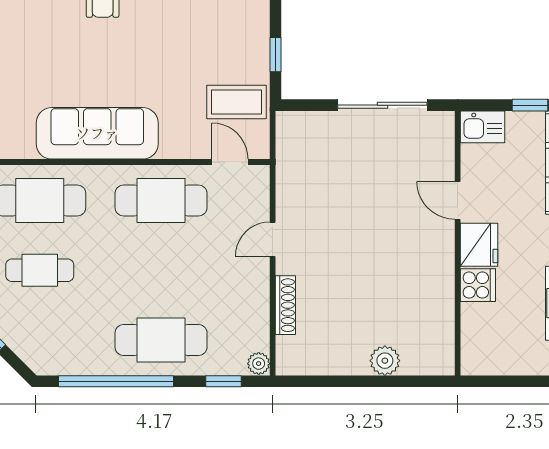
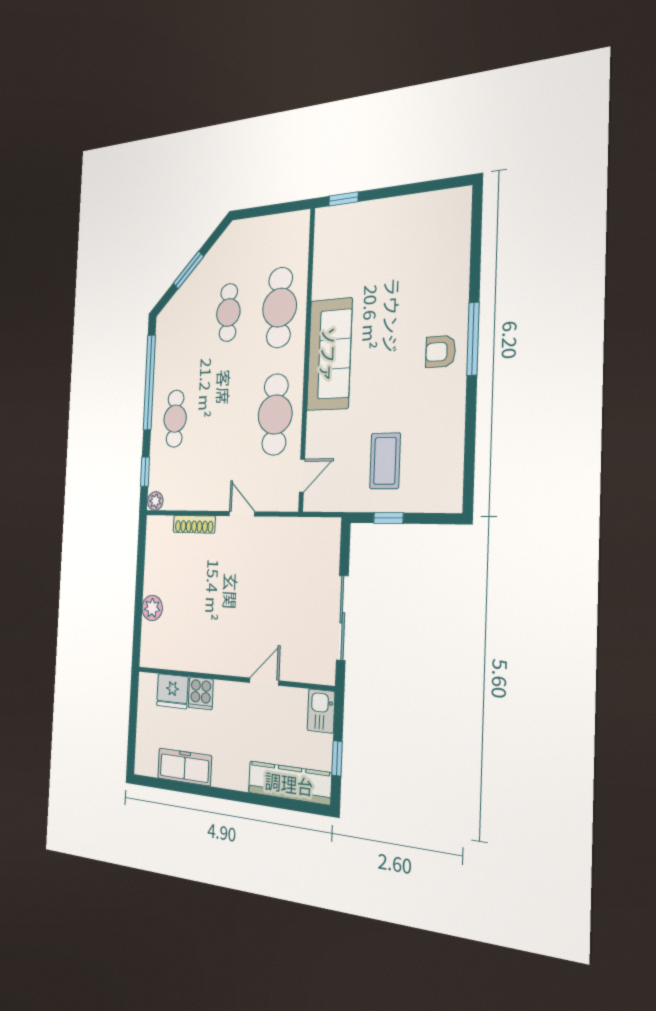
coffee table: (236, 102) -> (385, 461), moved
fridge: (479, 245) -> (172, 691), moved
cafe table: (161, 340) -> (175, 419), width x0.73, depth x0.74

